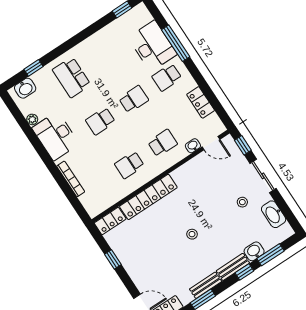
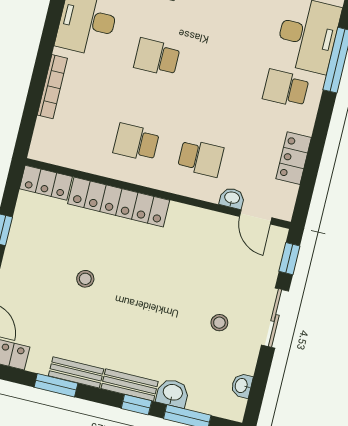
school desk: (134, 99) -> (221, 73), removed
washbasin: (274, 214) -> (242, 386), width x0.52, depth x0.69
stool: (192, 234) -> (85, 279), moved

